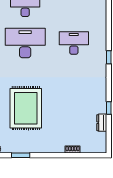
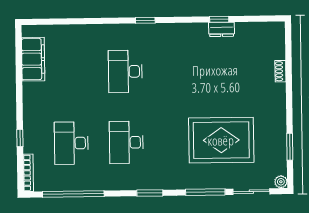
desk: (25, 43) -> (126, 142), width x0.73, depth x0.77
dresser: (102, 123) -> (221, 29), moved

